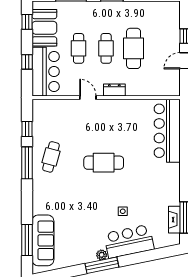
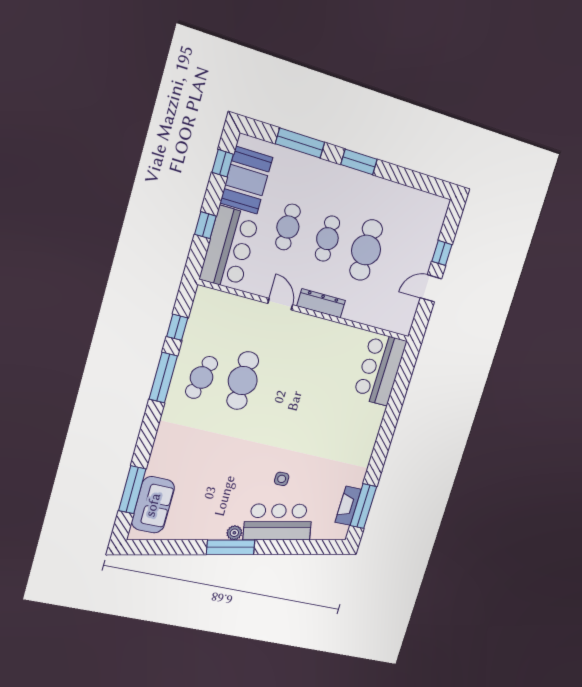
dresser: (114, 90) -> (321, 303), width x1.44
bar counter: (167, 131) -> (380, 369), width x0.73
cafe table: (104, 163) -> (243, 381), moved, turned 90
sofa: (43, 240) -> (153, 505), width x0.73

